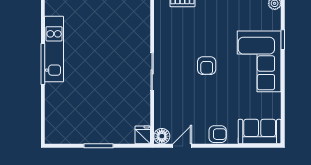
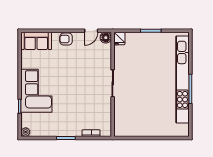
kitchen unit: (54, 49) -> (182, 79), width x1.86
armchair: (207, 66) -> (74, 88), removed

